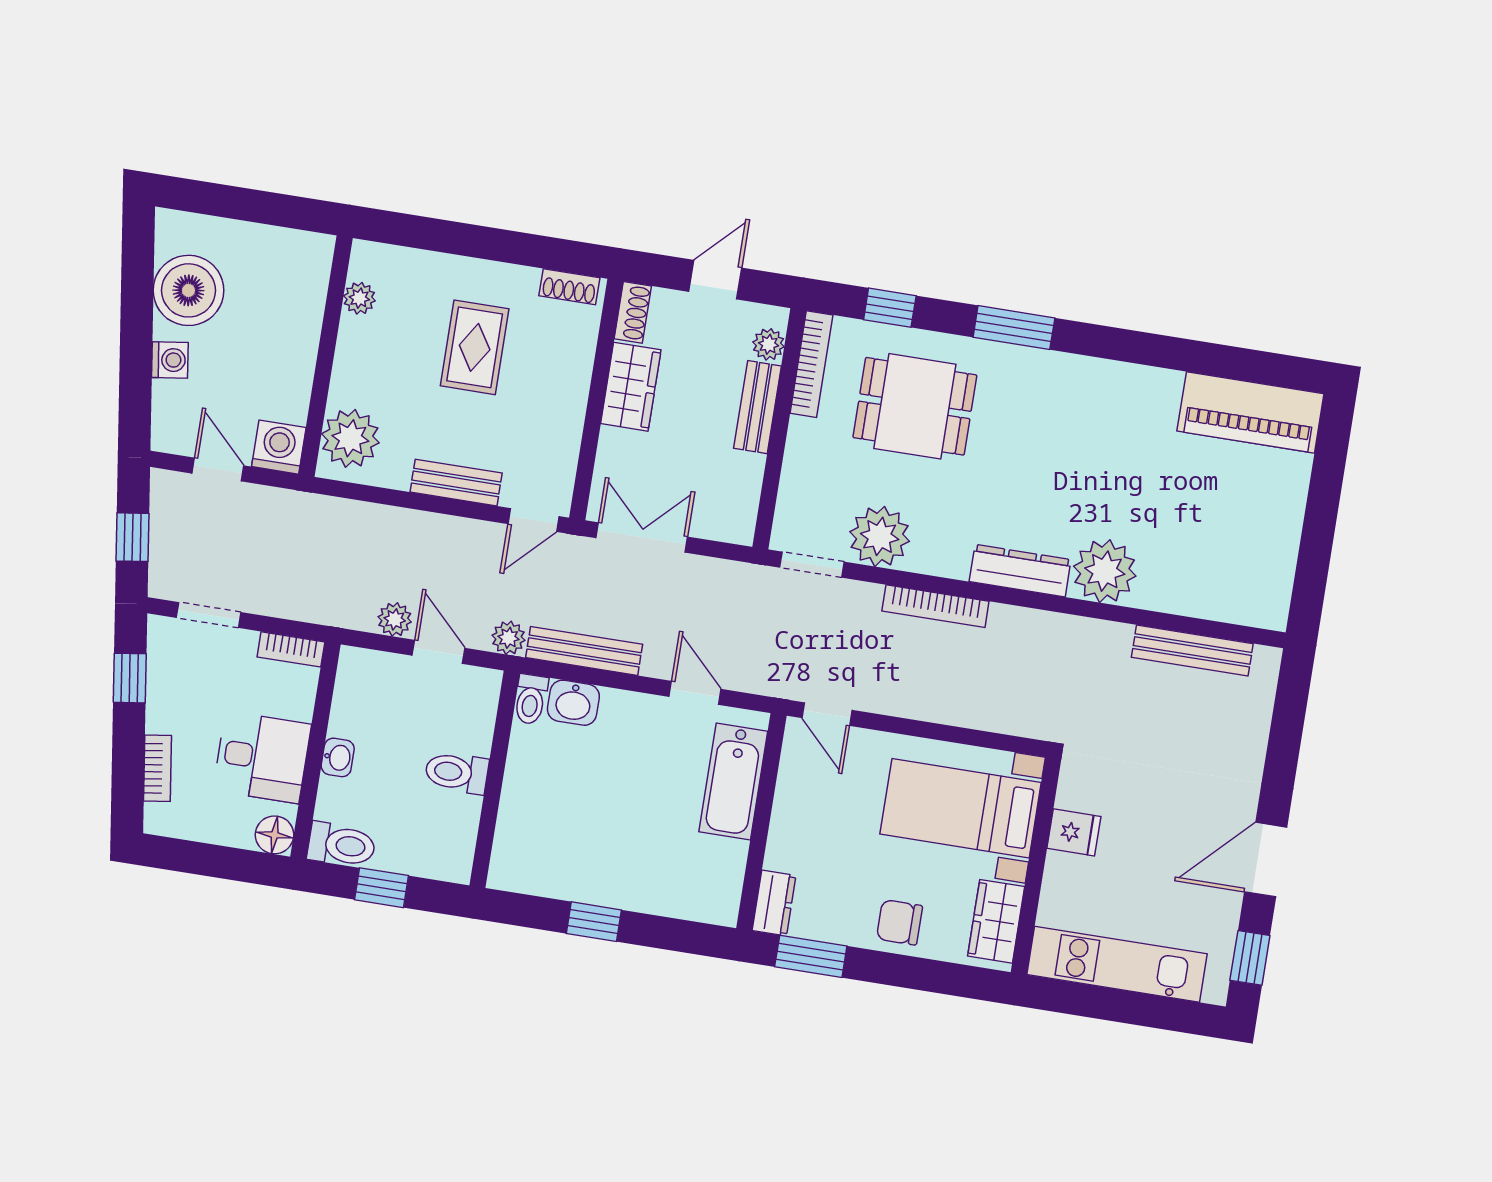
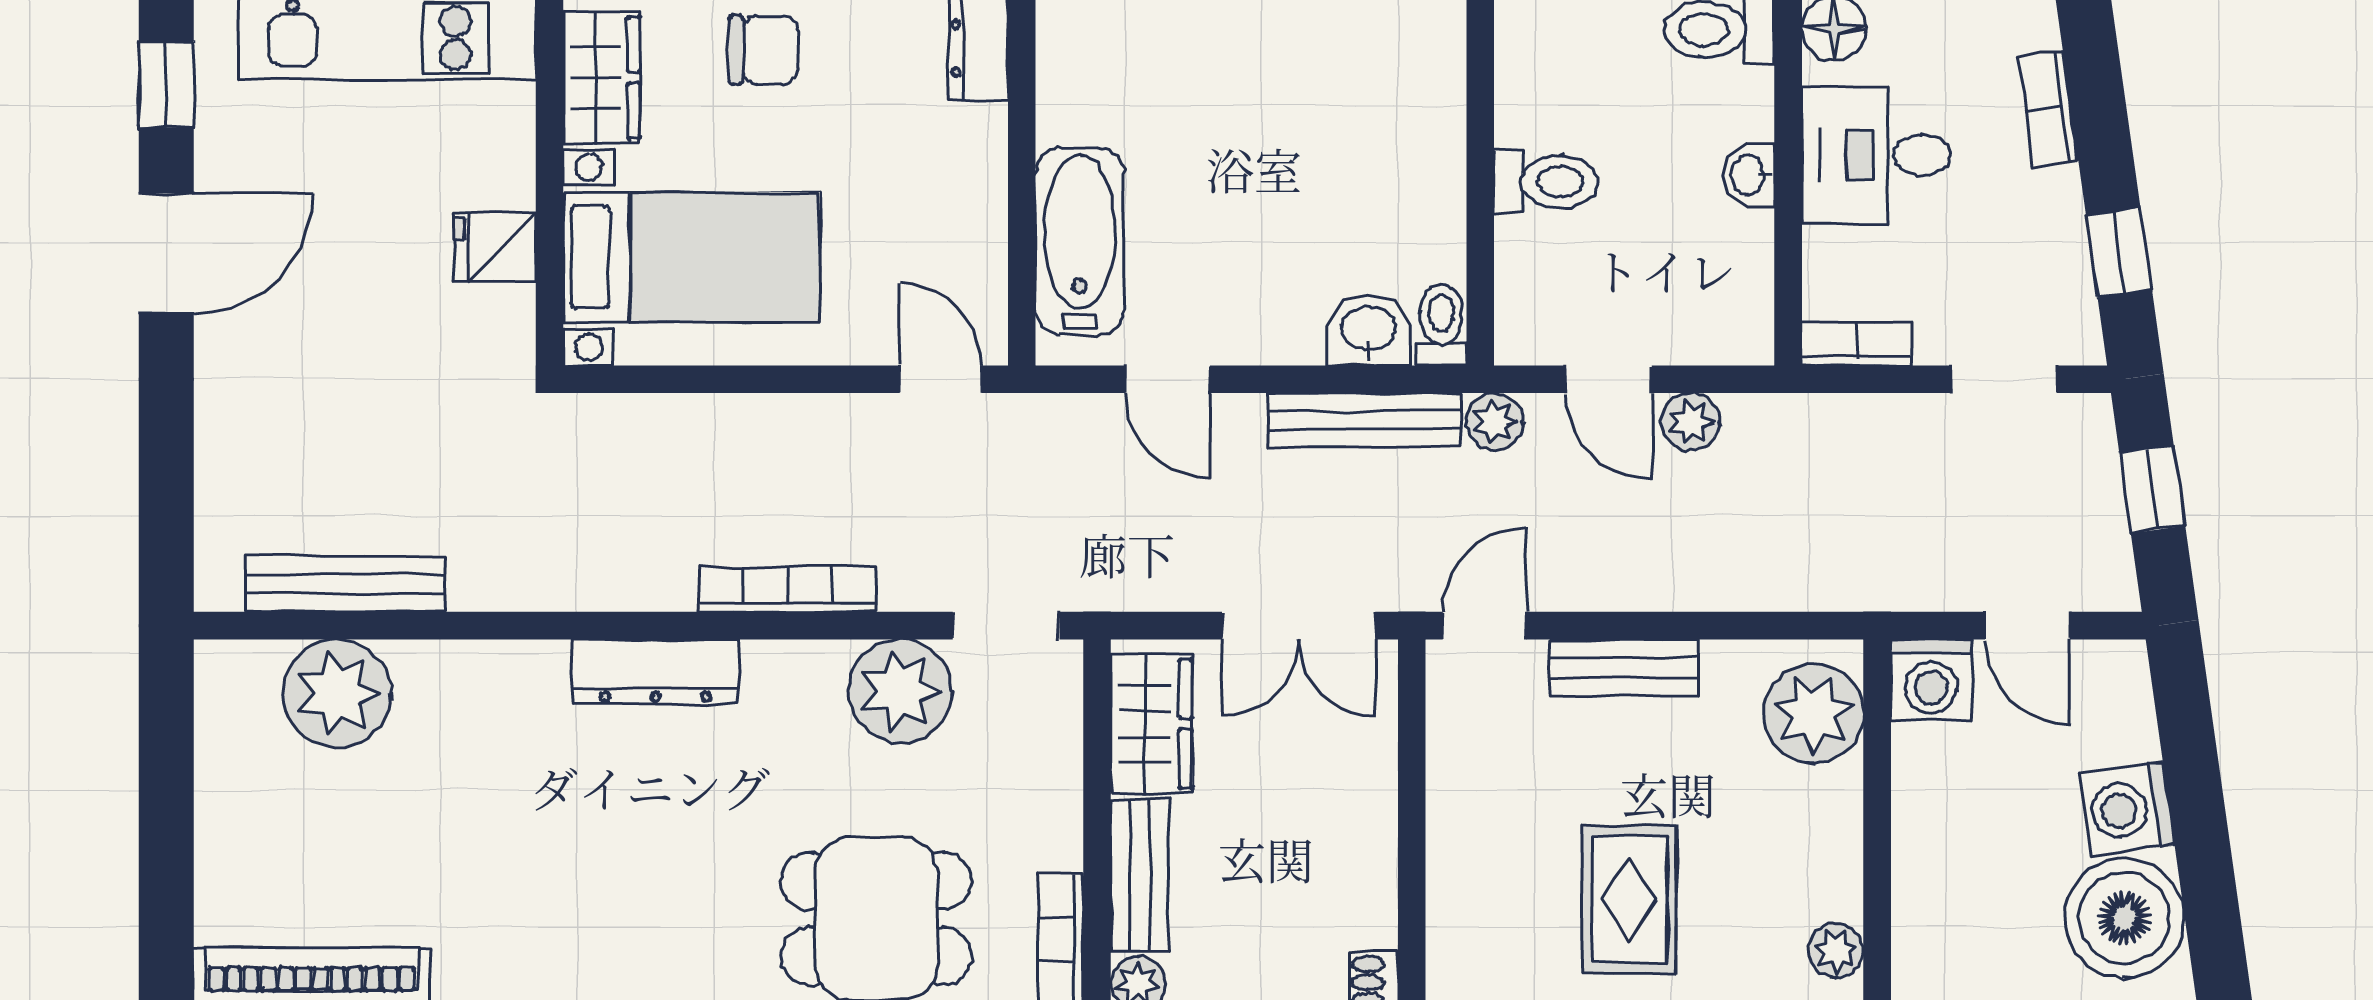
washing machine: (170, 360) -> (2127, 809), width x1.38, depth x1.38
wardrobe: (631, 387) -> (1151, 724), moved, turned 180
plant: (1105, 571) -> (337, 693), moved

